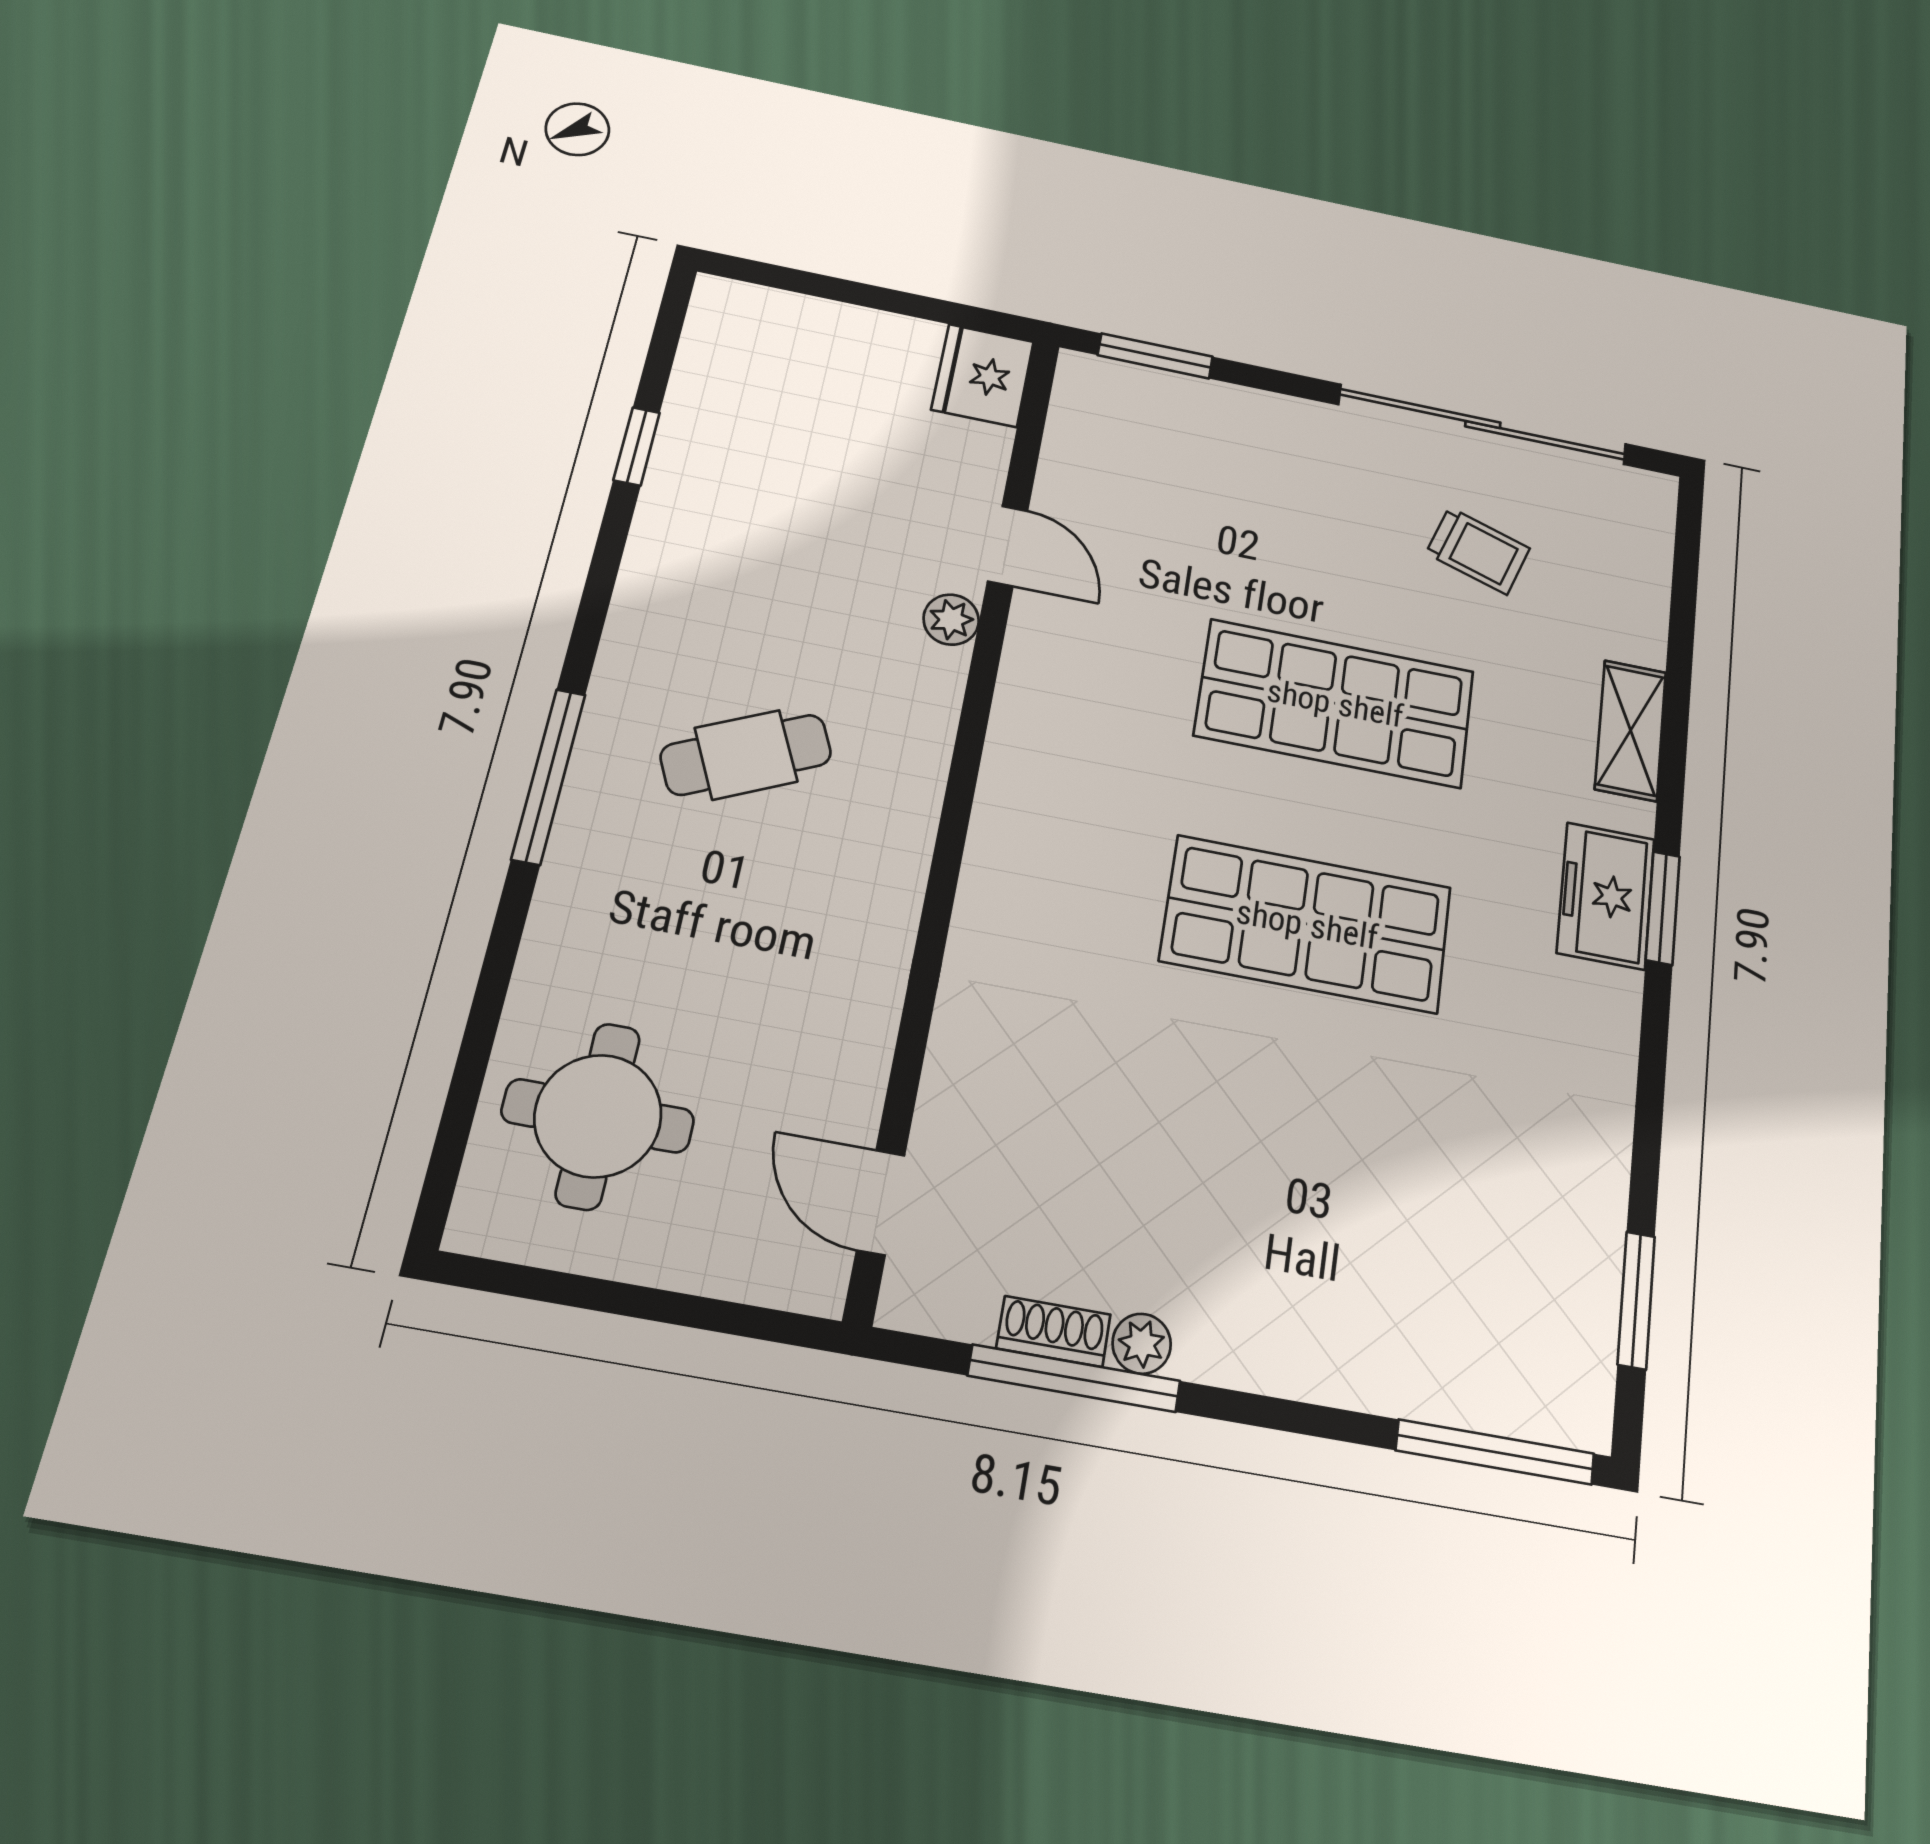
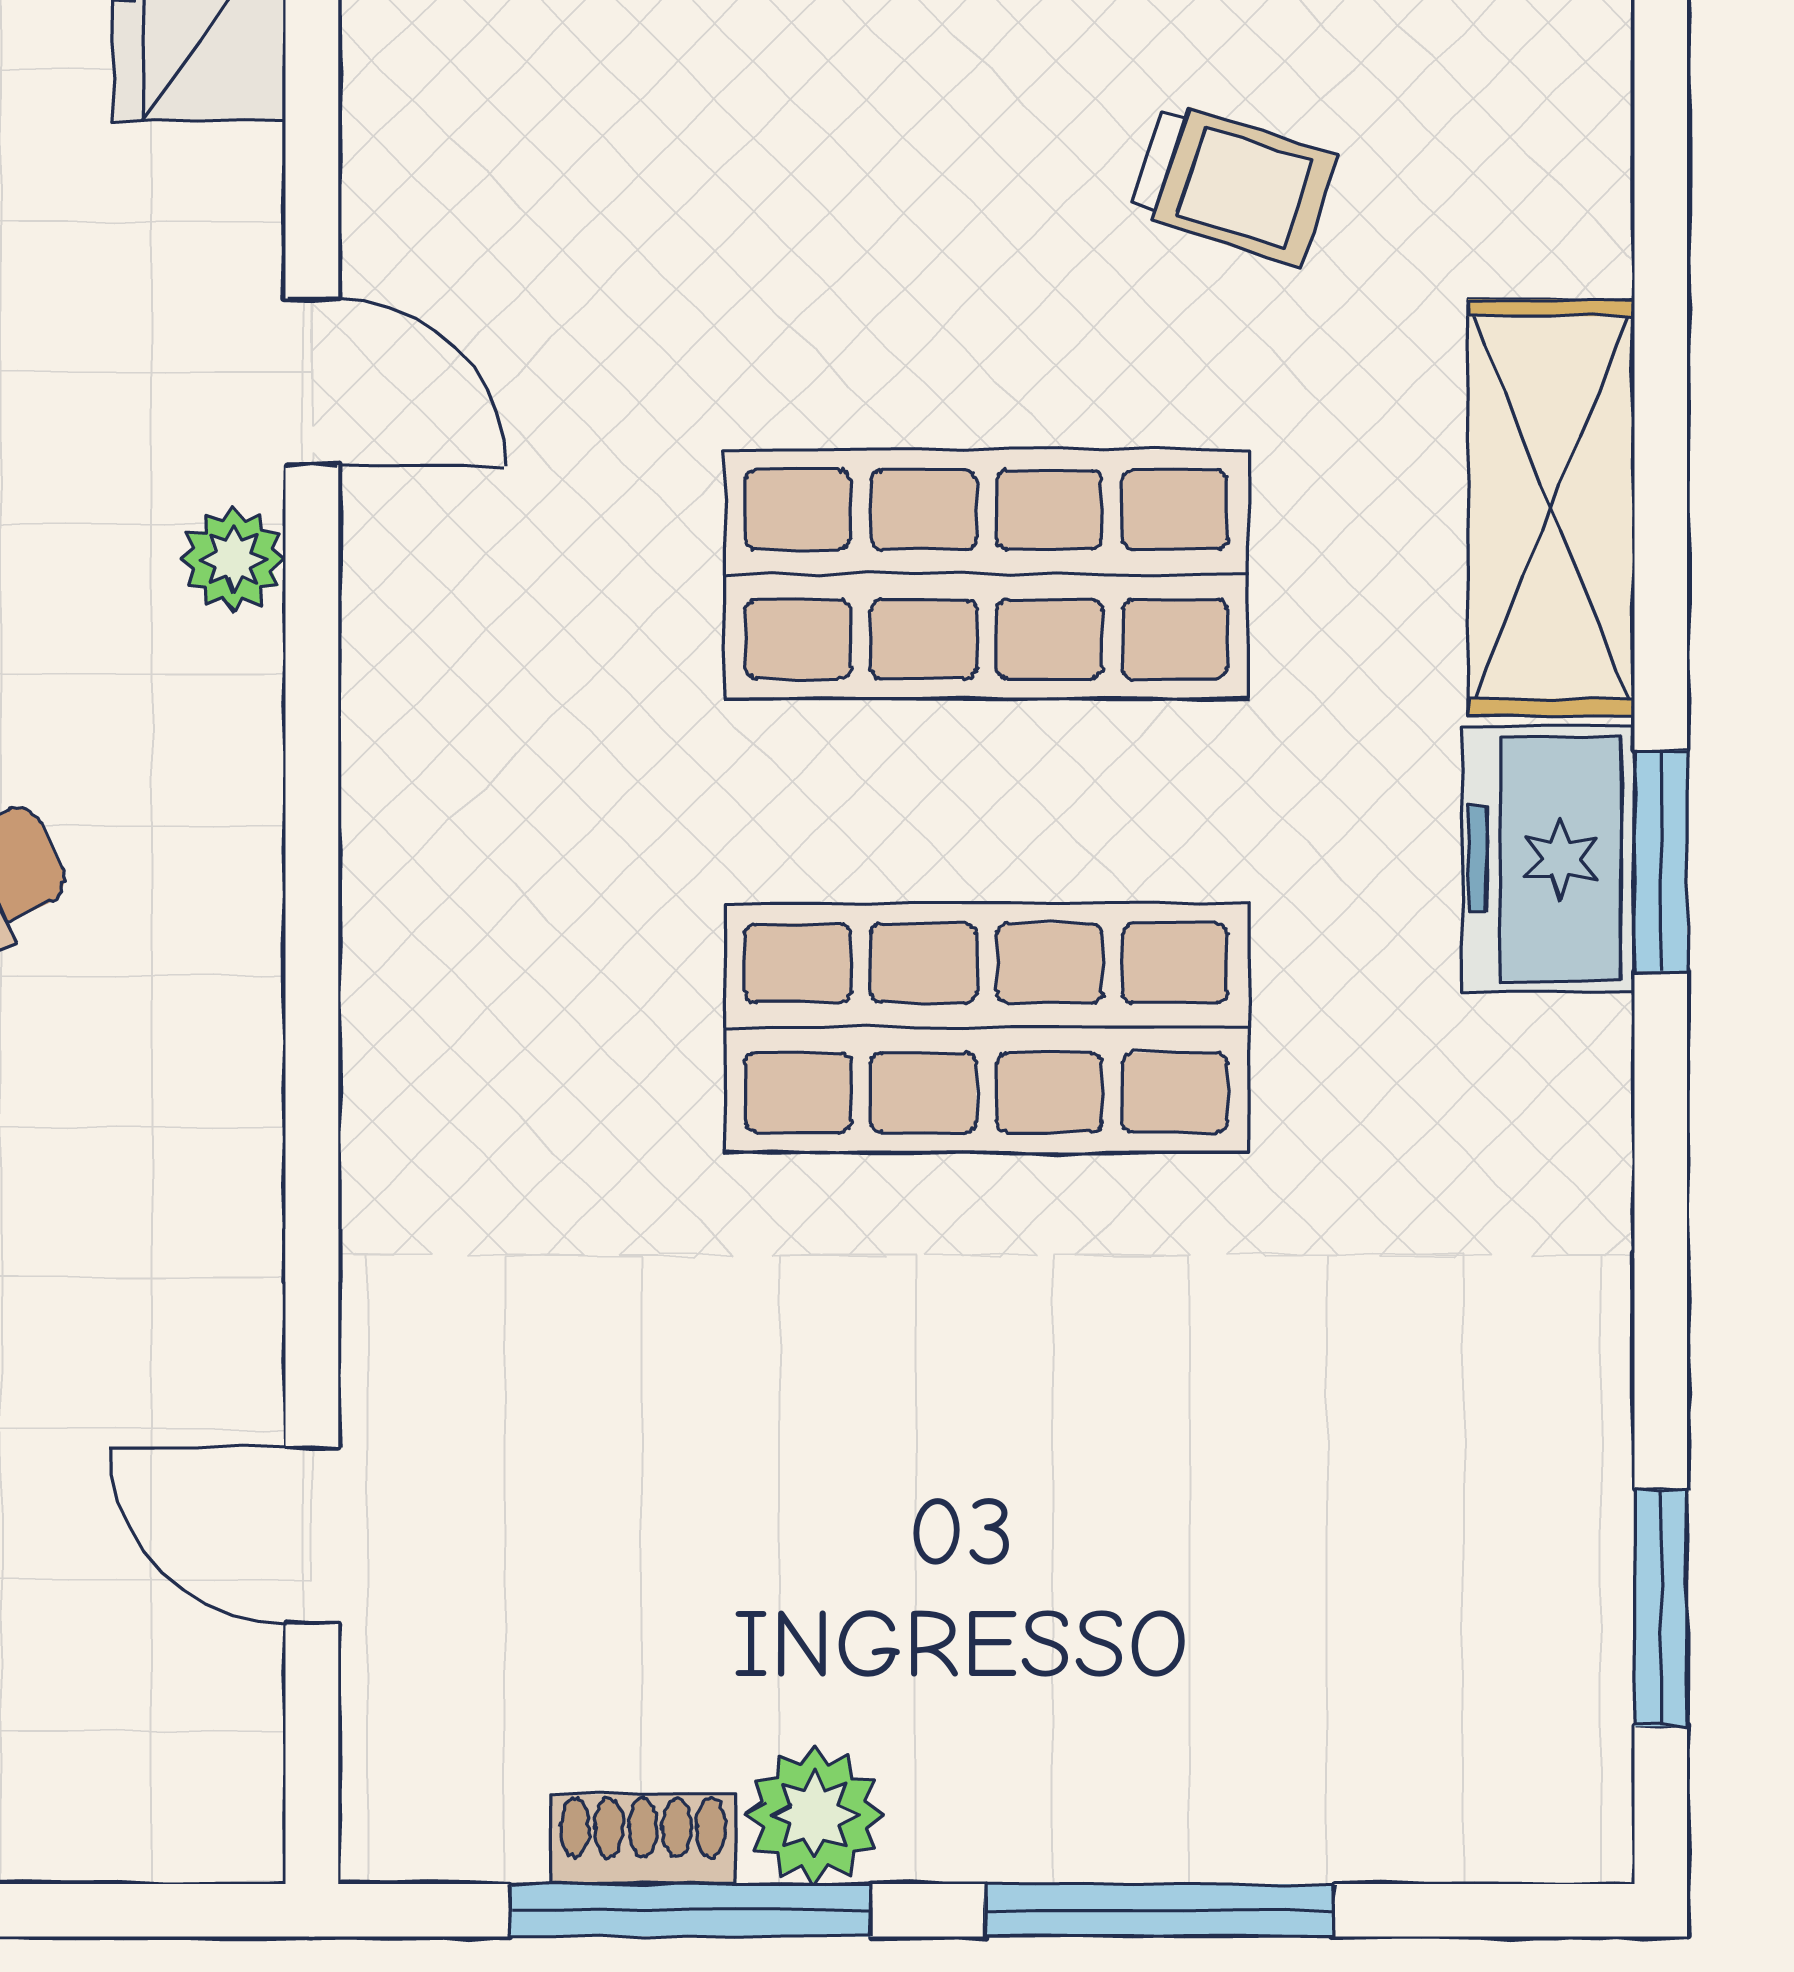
shelving: (1631, 730) -> (1551, 508), width x1.50, depth x1.33
door: (881, 1203) -> (312, 1535), moved
plant: (1142, 1344) -> (815, 1815), width x1.38, depth x1.38
window: (1495, 1452) -> (1159, 1910), moved

